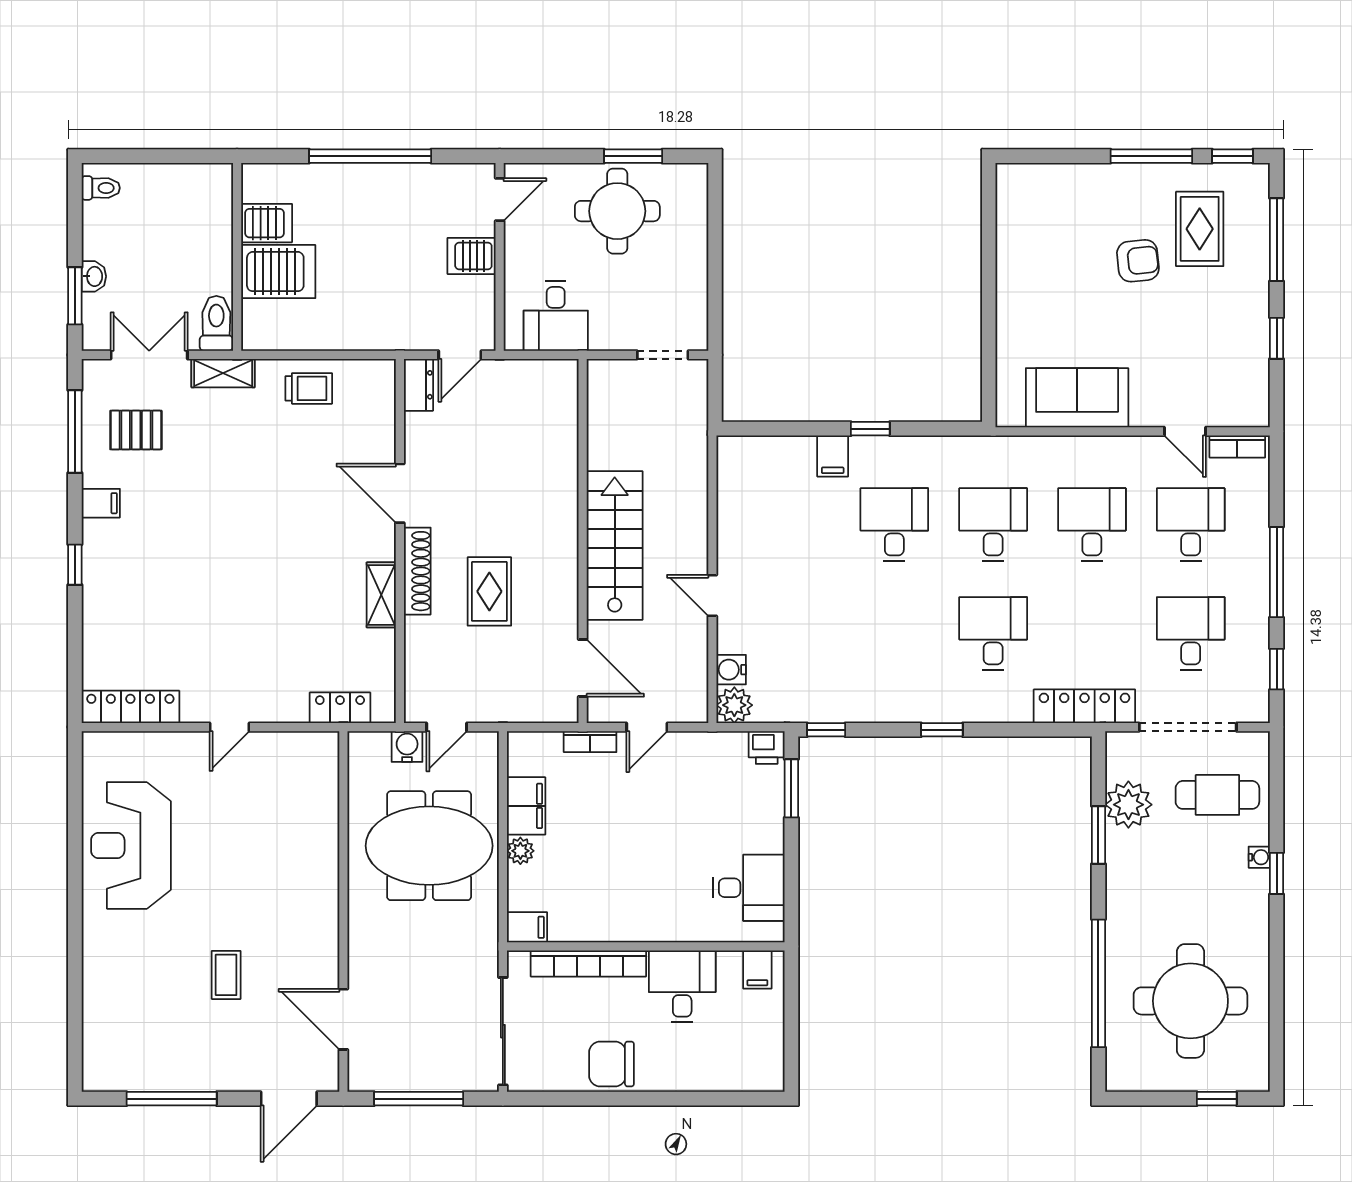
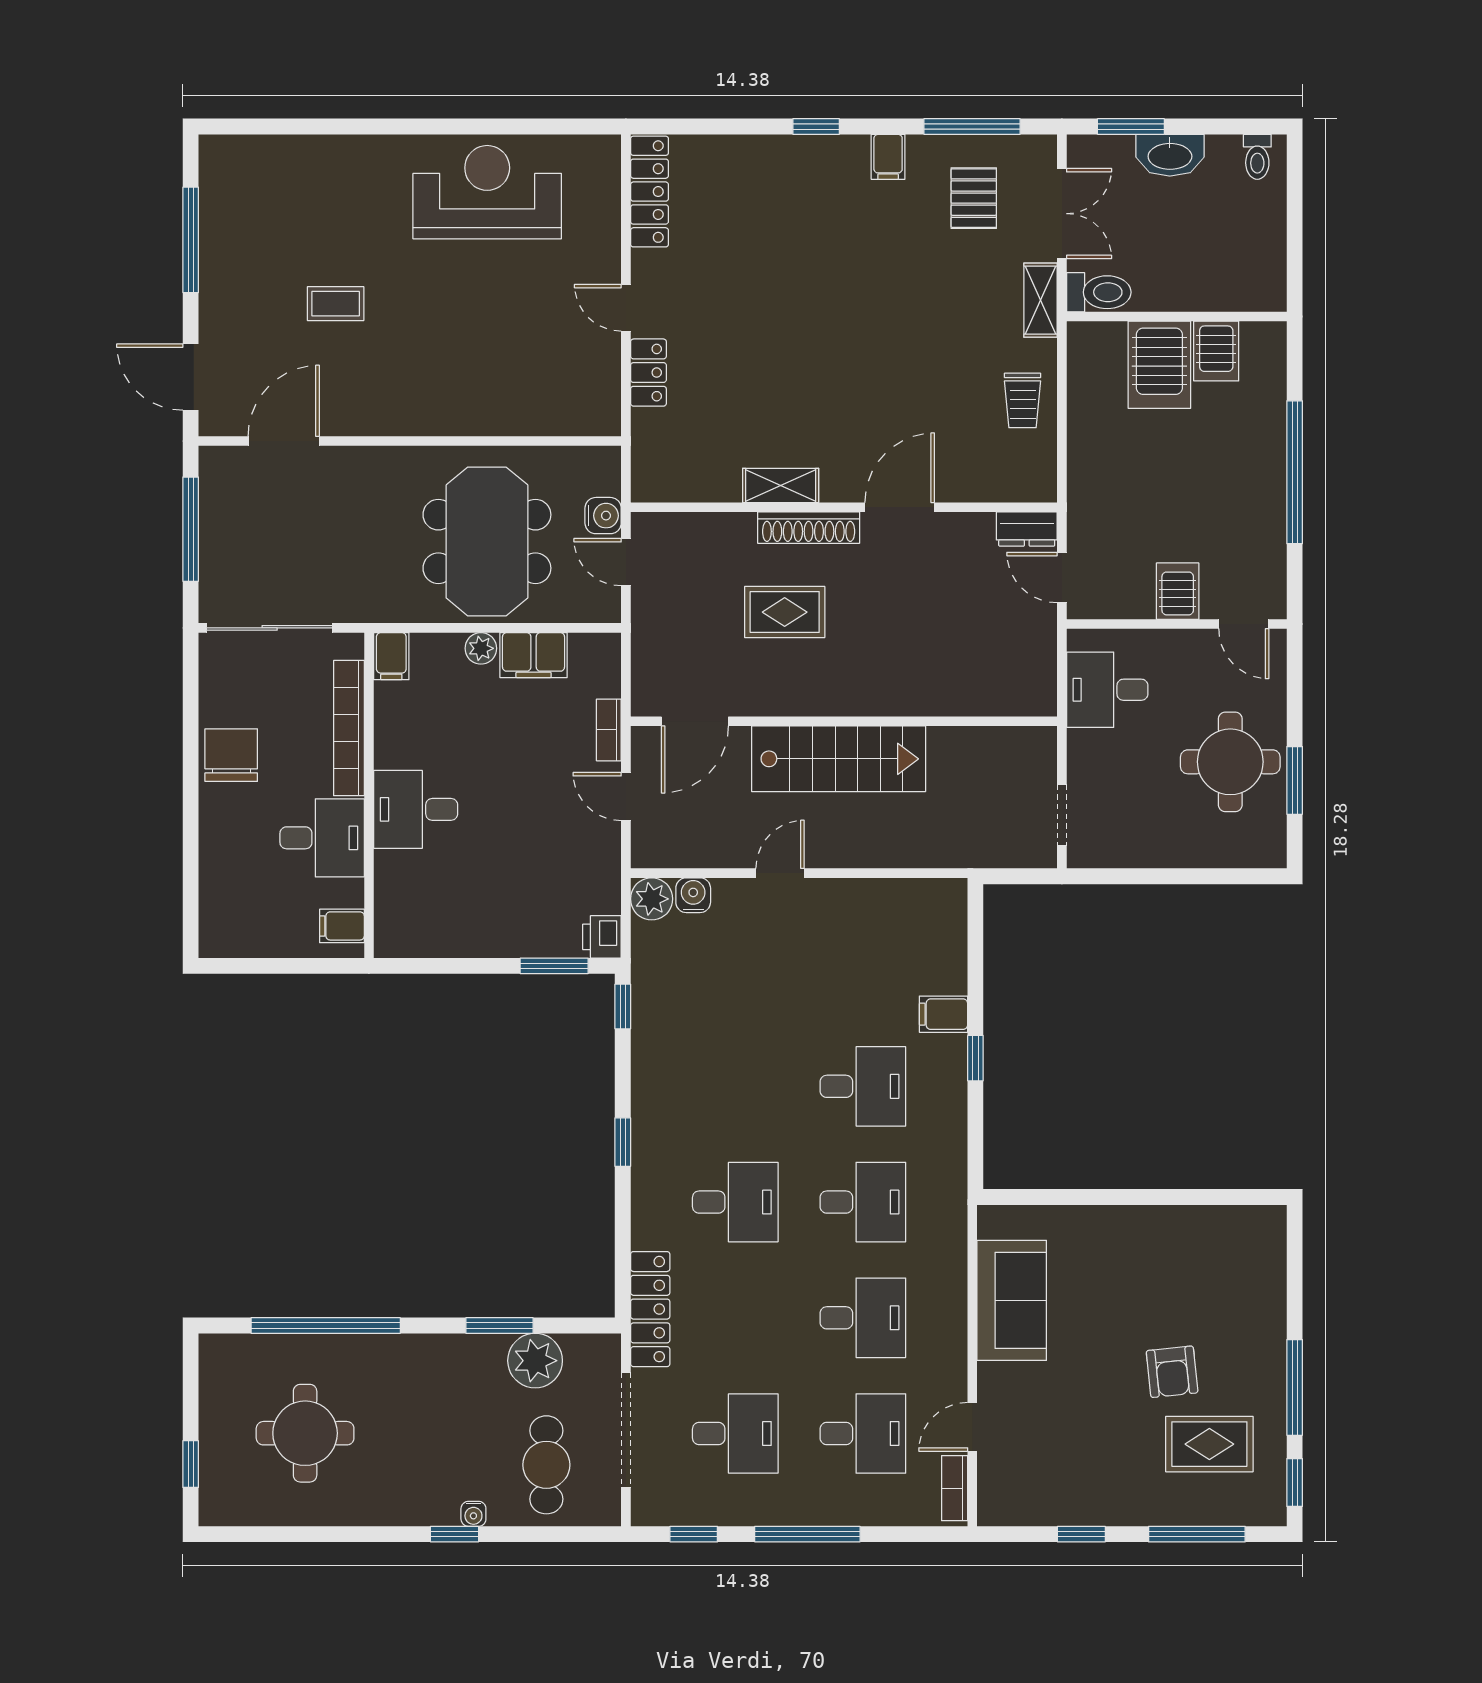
washbasin: (94, 276) -> (1170, 155), width x1.91, depth x1.45
locker: (340, 708) -> (648, 373), moved
desk: (749, 888) -> (416, 809), moved, turned 90
round table: (1190, 1001) -> (305, 1433), width x0.73, depth x0.73

